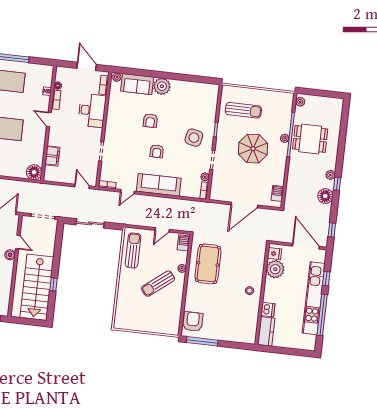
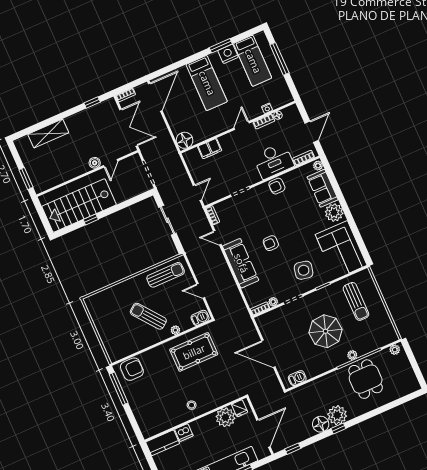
corner sofa: (195, 98) -> (341, 250), added
armchair: (150, 121) -> (277, 186), moved
plant: (330, 175) -> (337, 415), width x1.87, depth x1.87

